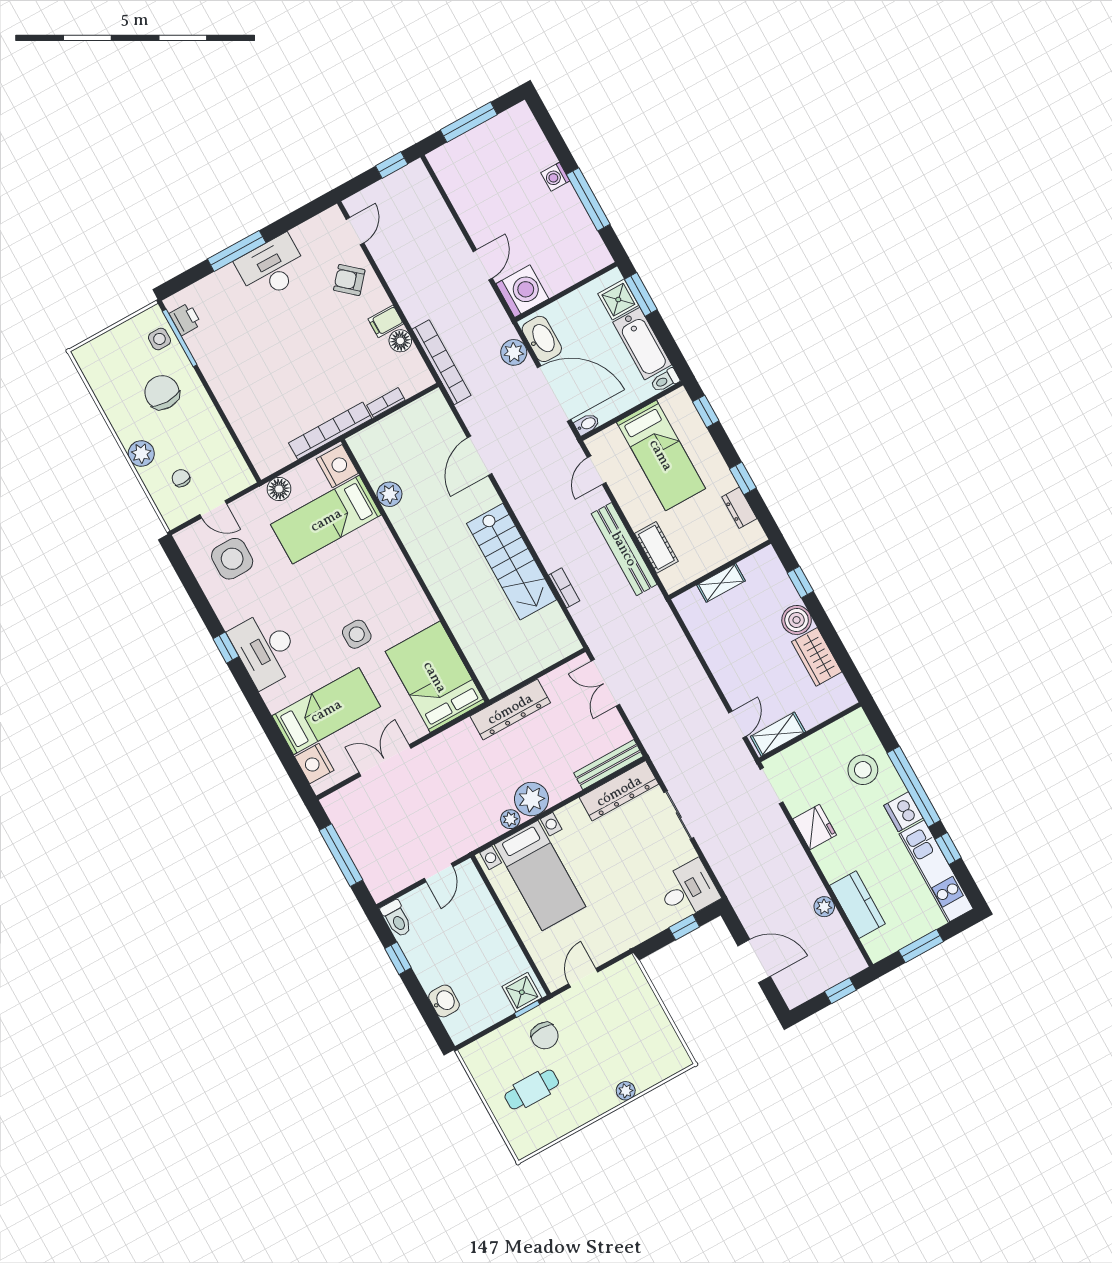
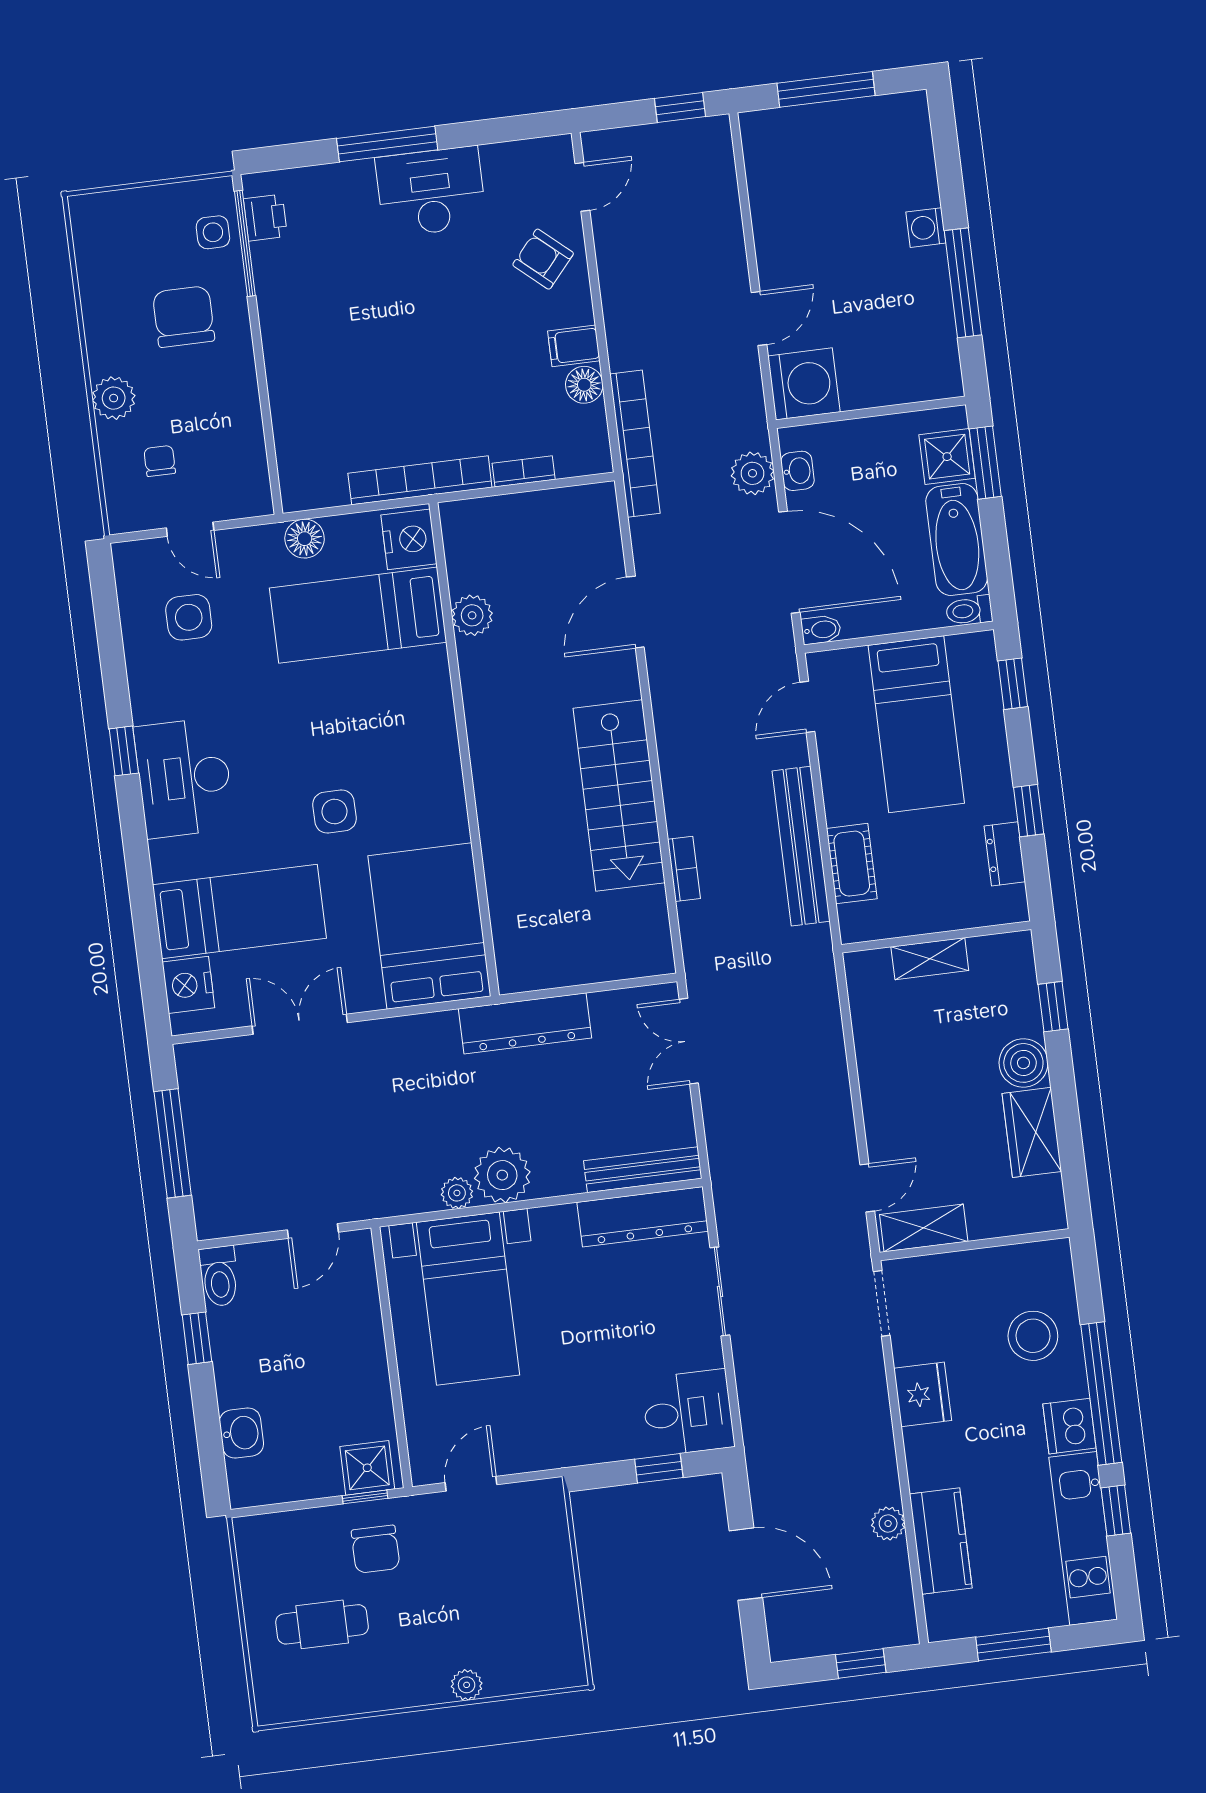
washbasin: (542, 339) -> (797, 471), width x0.52, depth x0.69
side table: (232, 559) -> (189, 617), width x0.73, depth x0.73

